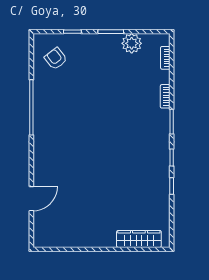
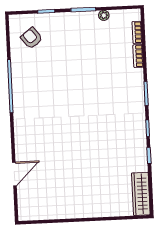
plant: (132, 43) -> (104, 15), width x0.53, depth x0.53
bookcase: (165, 96) -> (138, 56), moved
wardrobe: (139, 239) -> (141, 194), moved, turned -90

